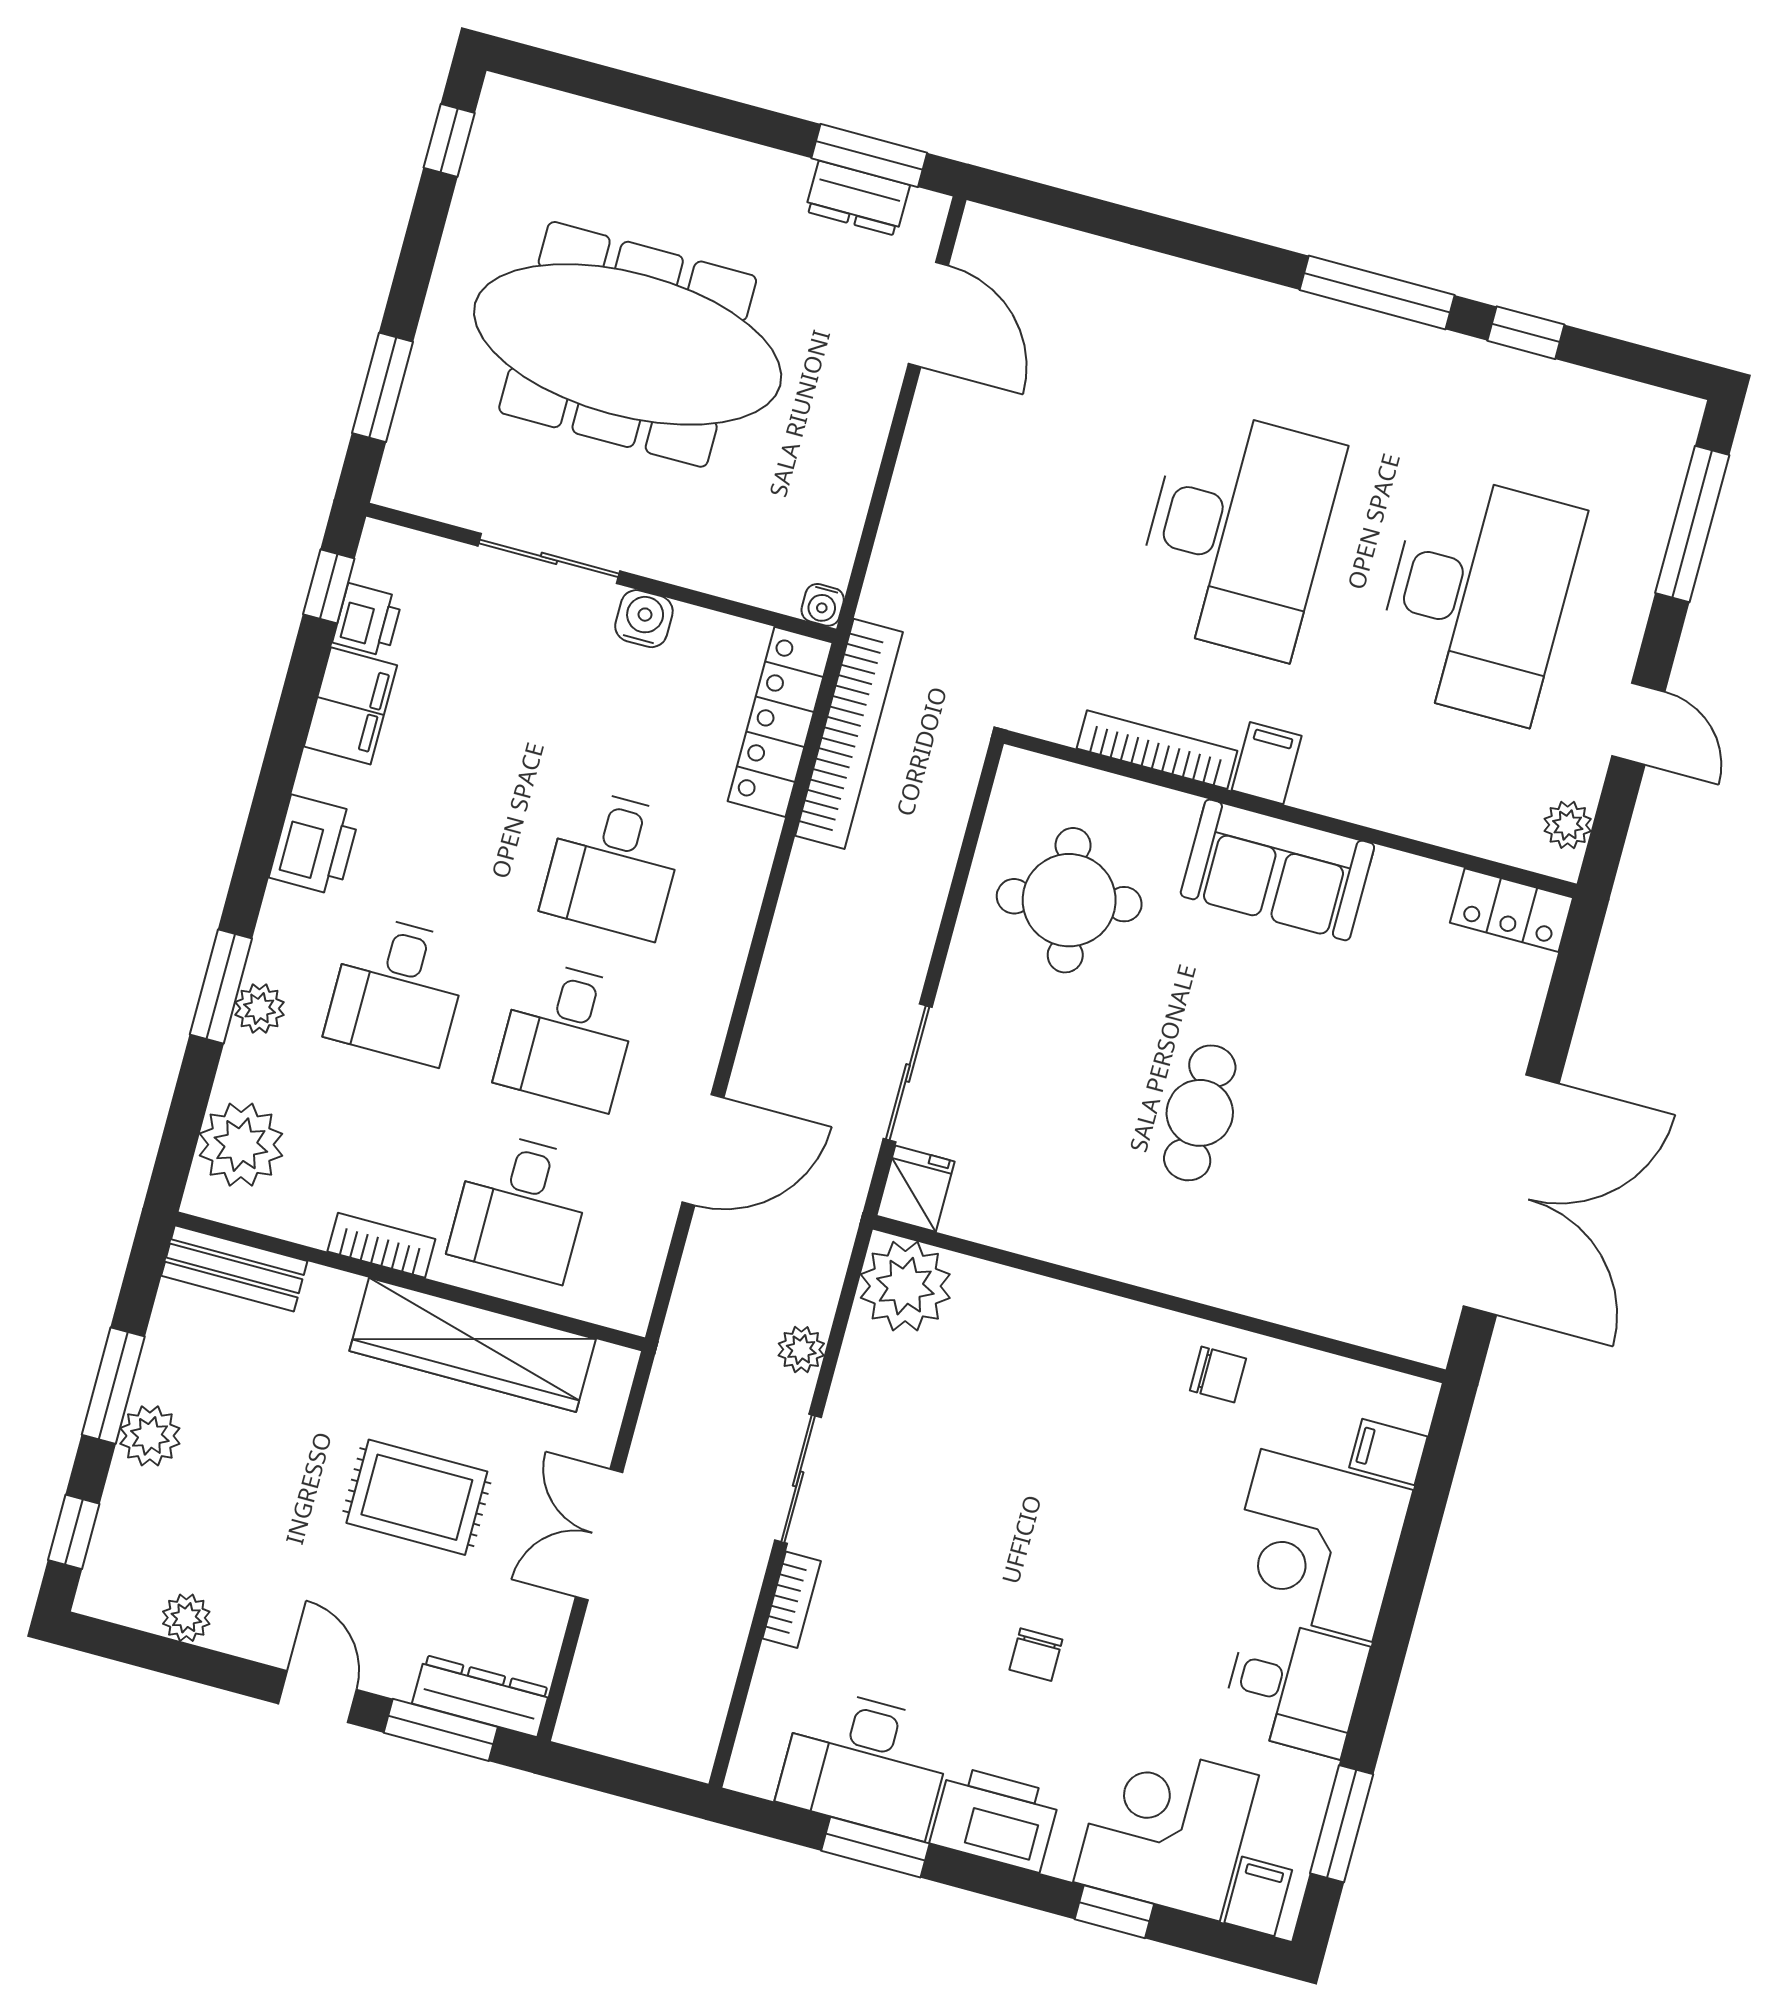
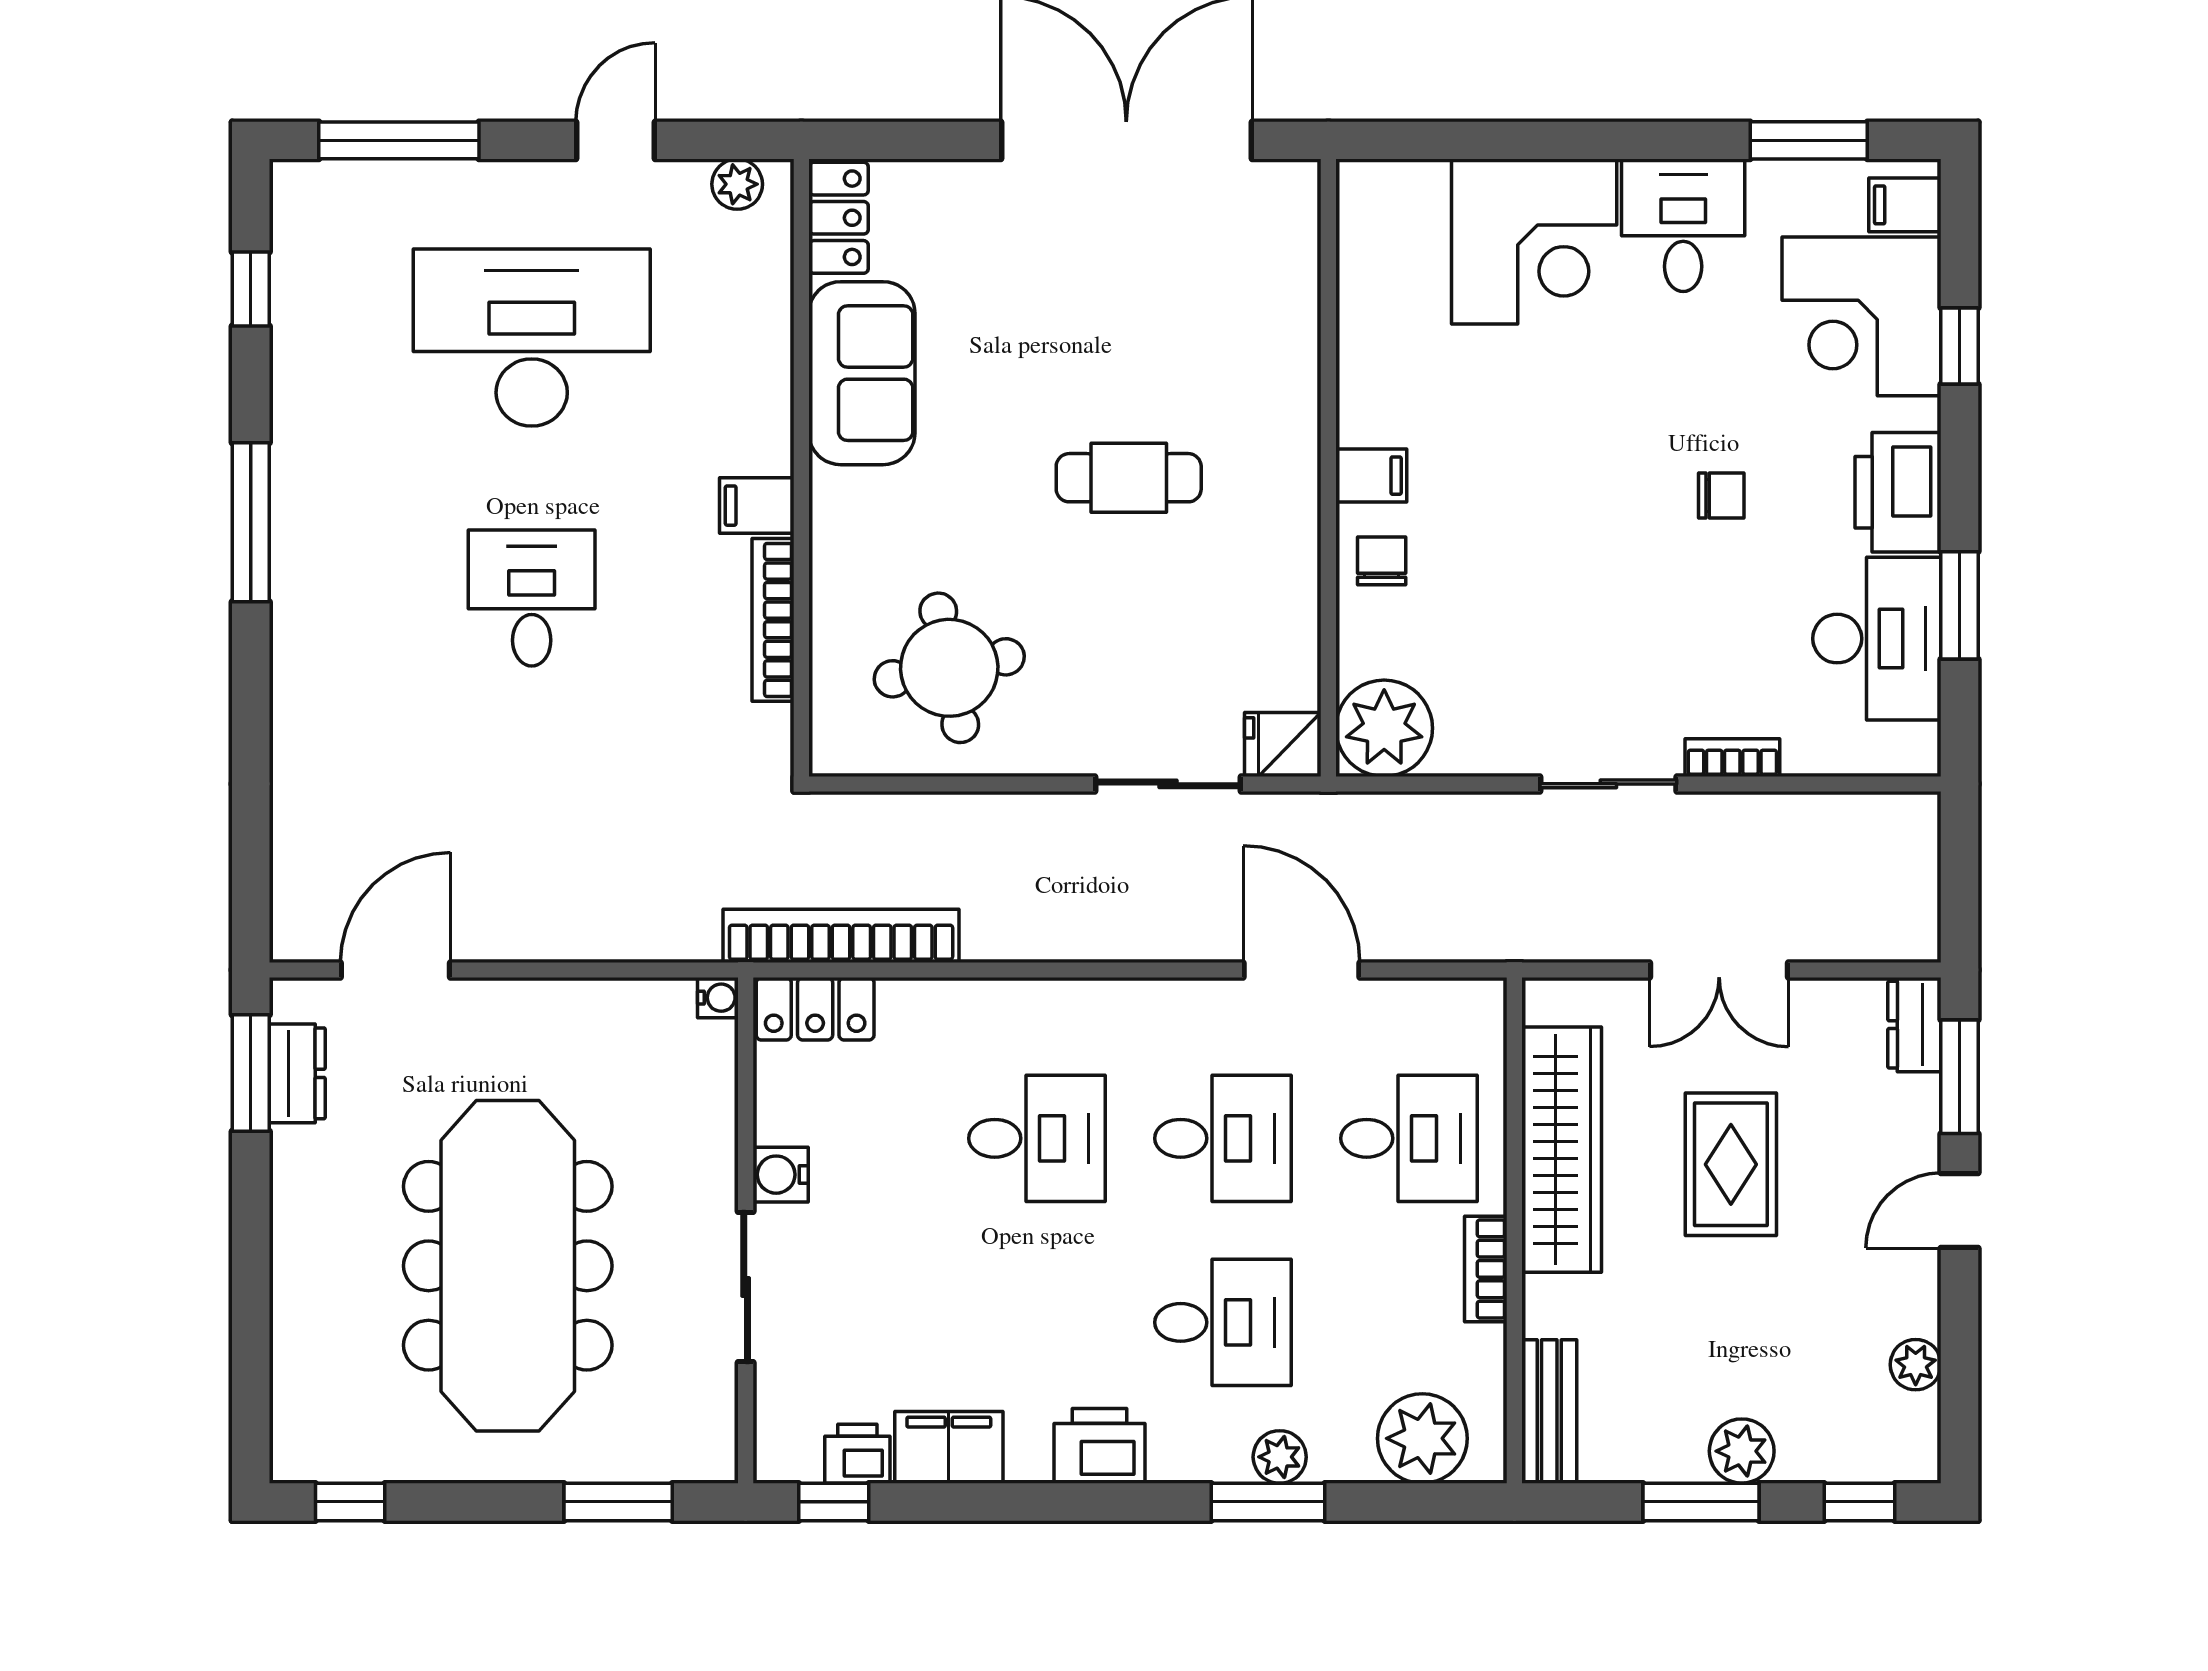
window: (1526, 333) -> (251, 289), moved
desk: (1237, 533) -> (532, 598), width x0.53, depth x0.77
locker: (780, 722) -> (815, 1009), width x0.66
sofa: (1277, 870) -> (862, 373), moved
plant: (801, 1350) -> (1477, 816), removed
chair: (1218, 1374) -> (1382, 561), moved
filing cabinet: (1388, 1452) -> (1371, 476), moved, turned -90
dresser: (481, 1696) -> (1914, 1025), width x0.70

